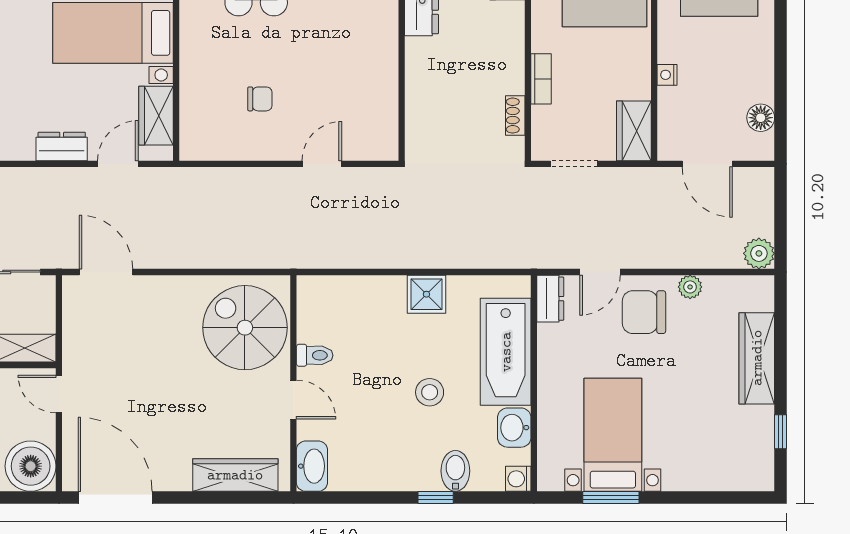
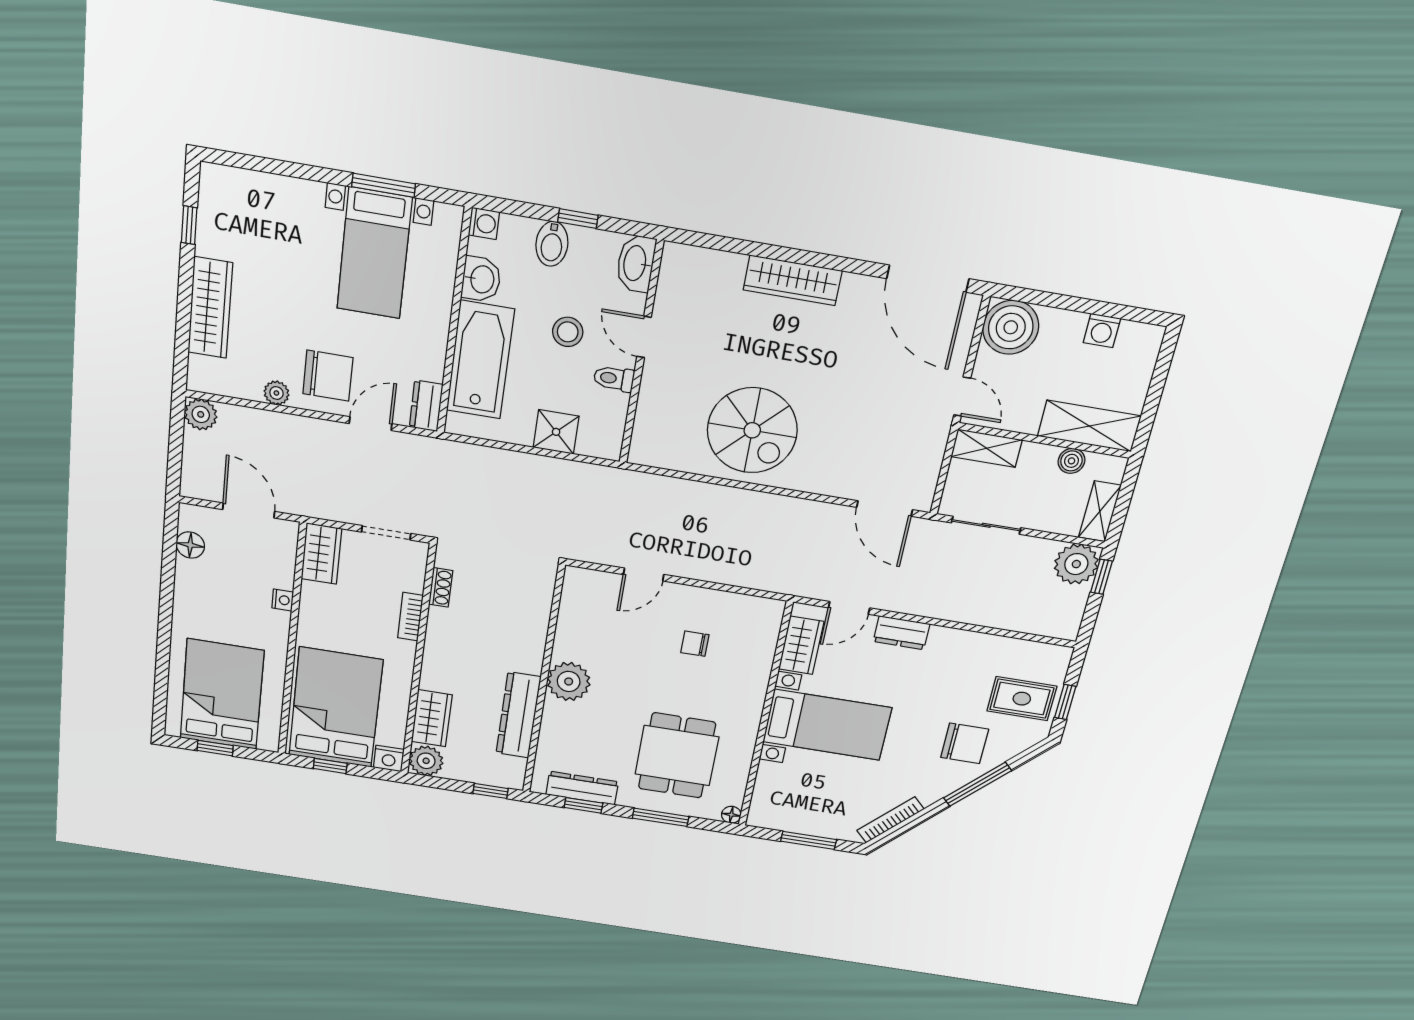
plant: (377, 35) -> (569, 681), added
toilet: (315, 355) -> (614, 379), moved
wall: (293, 383) -> (641, 354), moved
door: (293, 400) -> (644, 337), moved
washbasin: (312, 466) -> (636, 263), moved

